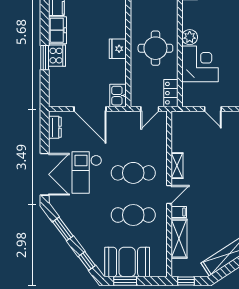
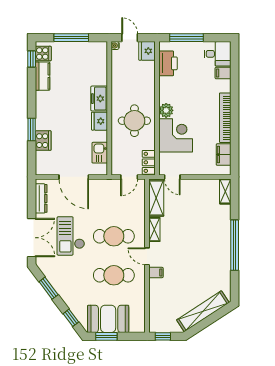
freezer: (58, 30) -> (99, 99), moved, turned 180
cooker: (57, 56) -> (43, 141), moved
kitchen sink: (118, 96) -> (100, 153), moved
door: (213, 109) -> (172, 177), moved
dresser: (55, 127) -> (41, 198), width x1.44
door: (169, 195) -> (147, 256), swing flipped
shelving: (179, 239) -> (156, 198), moved

